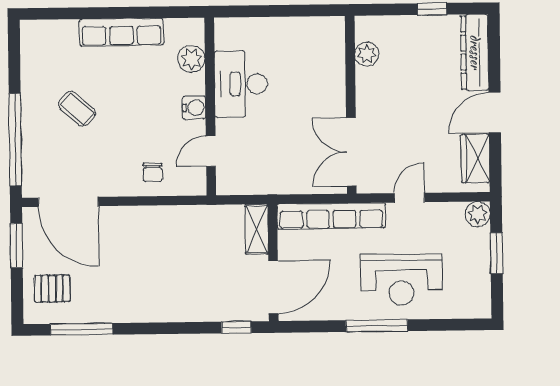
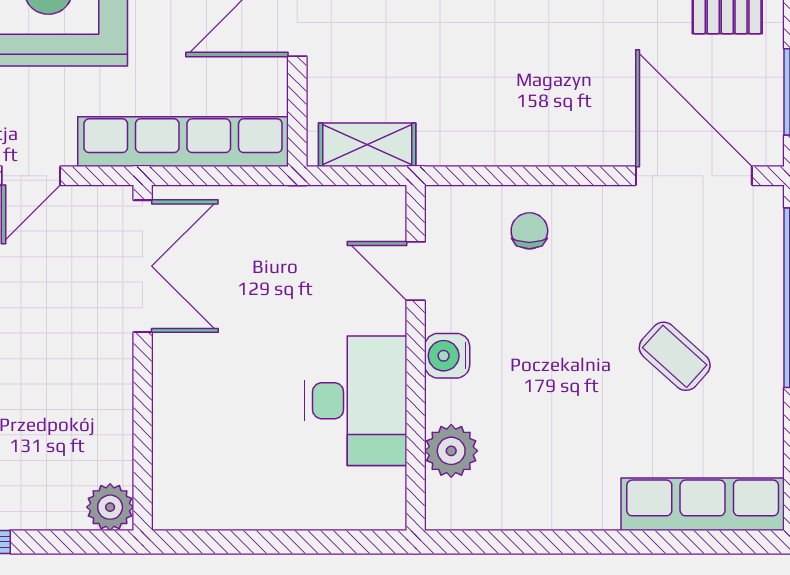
row of seats: (121, 32) -> (703, 504), moved
plant: (367, 54) -> (110, 507), moved
door: (211, 151) -> (416, 271), swing flipped
shelving: (257, 229) -> (367, 145), moved, turned 90

